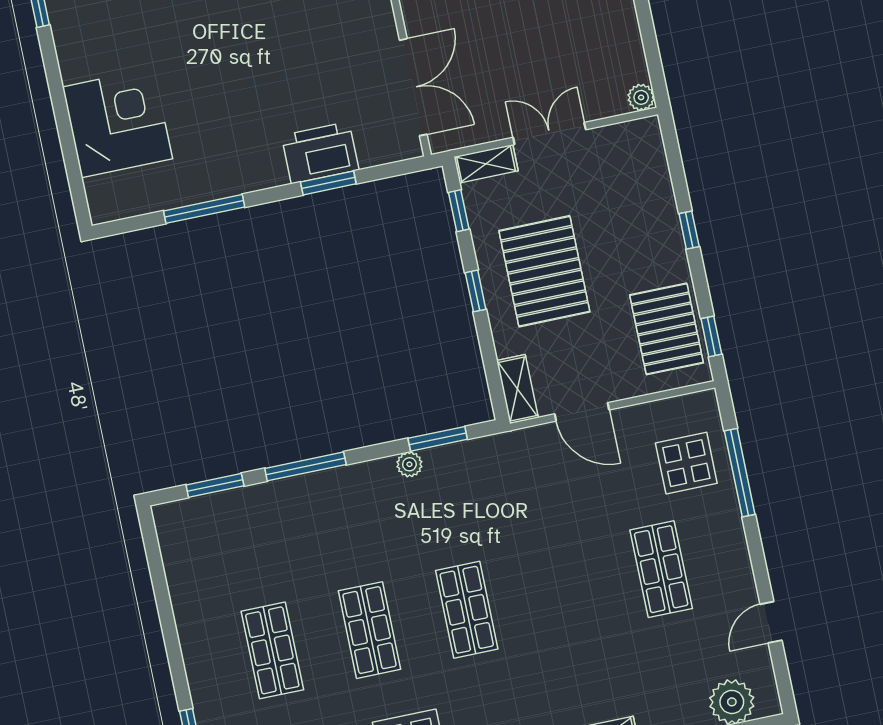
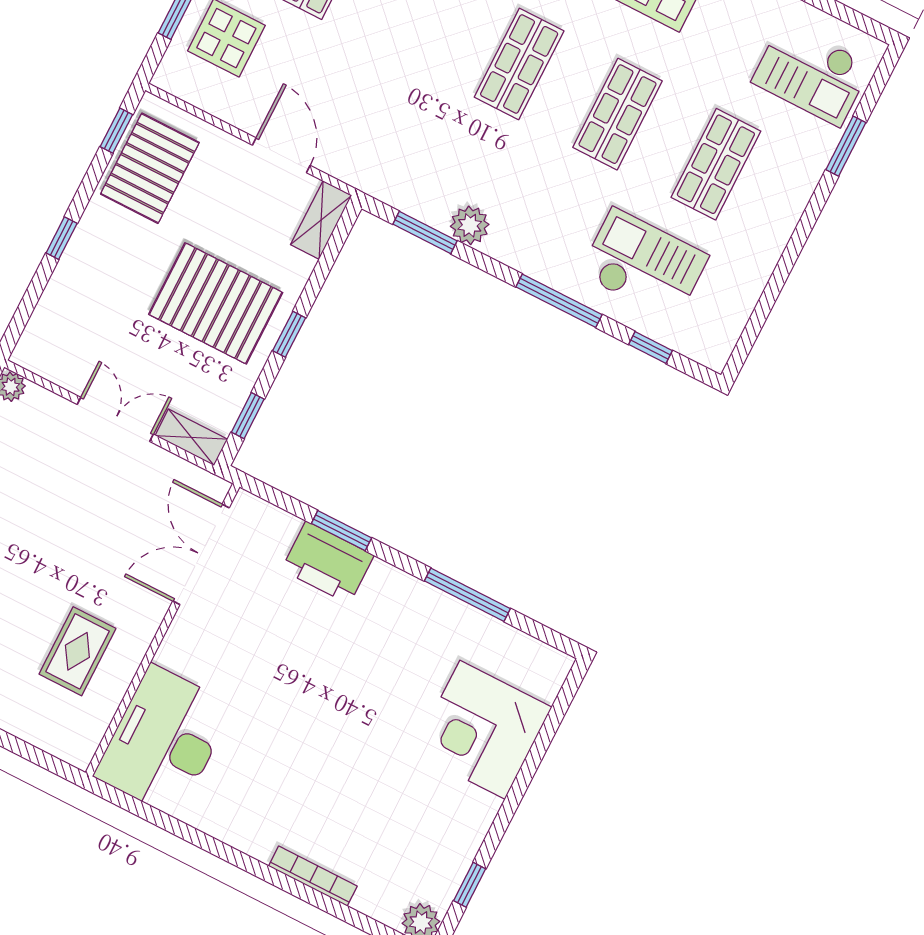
double door: (549, 133) -> (115, 419), swing flipped
pallet: (544, 271) -> (216, 303), turned 90
plant: (409, 464) -> (470, 225), width x1.38, depth x1.38
window: (215, 485) -> (651, 347), width x0.67
checkout: (266, 539) -> (644, 265), added

